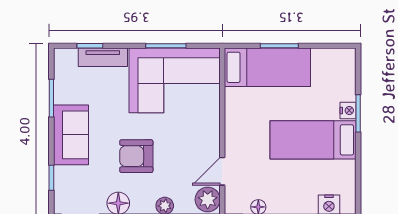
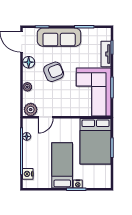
bed: (267, 67) -> (96, 141), width x1.50
sofa: (71, 135) -> (59, 37), width x1.36
armchair: (136, 156) -> (54, 72), turned 68
door: (222, 171) -> (46, 117), swing flipped

